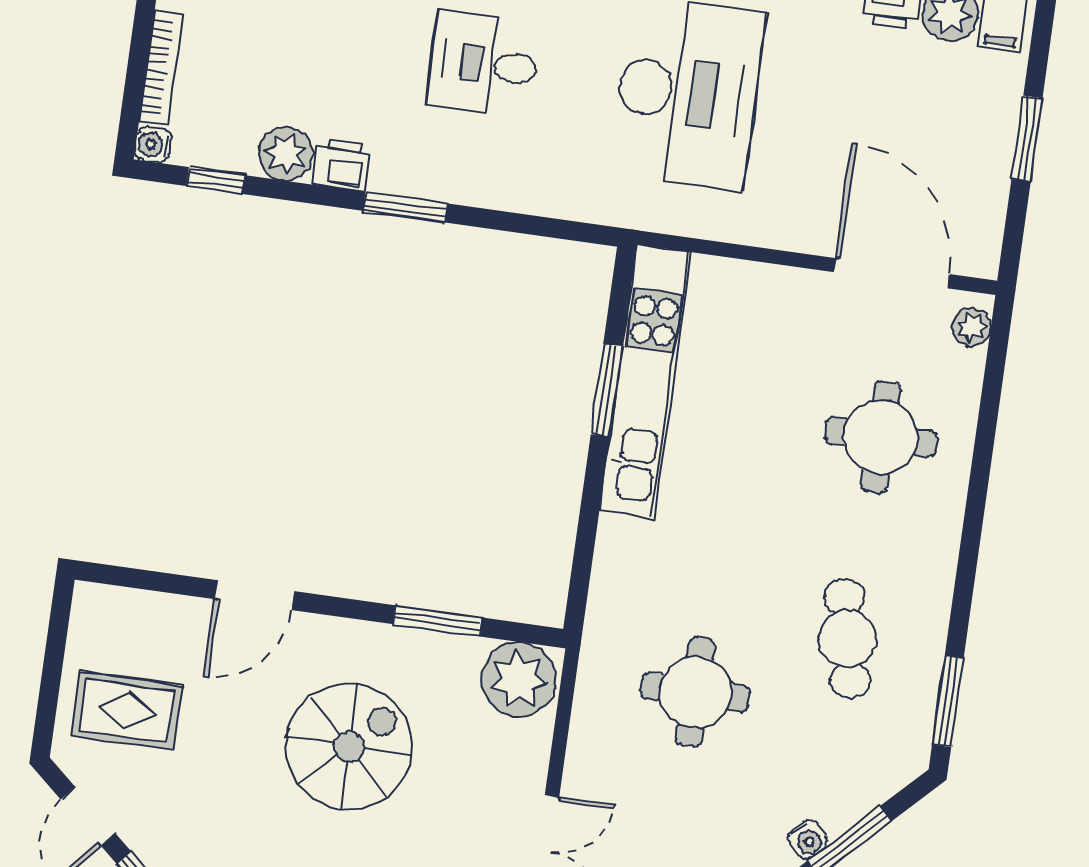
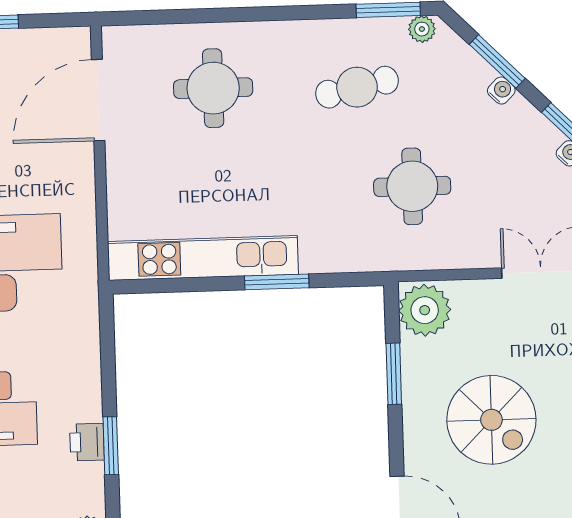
printer: (342, 165) -> (87, 442), moved
plant: (971, 327) -> (422, 29), moved
window: (607, 390) -> (277, 282), moved
spiral stairs: (349, 746) -> (491, 420), turned 180

